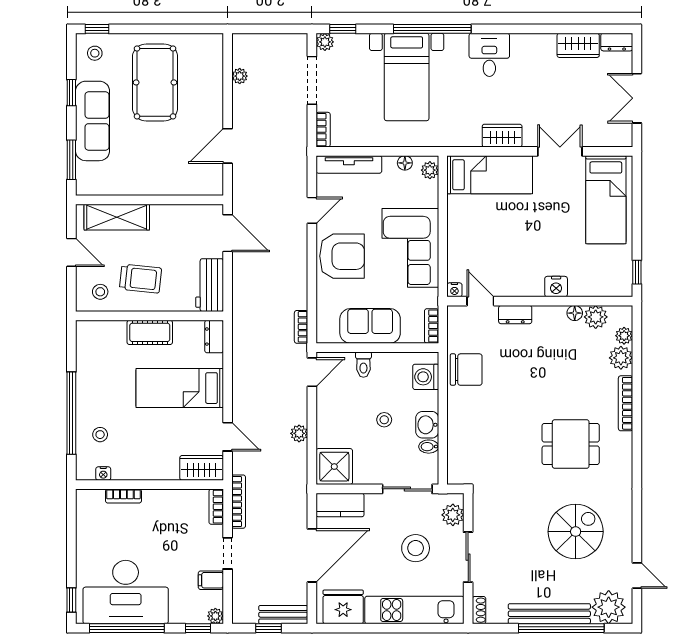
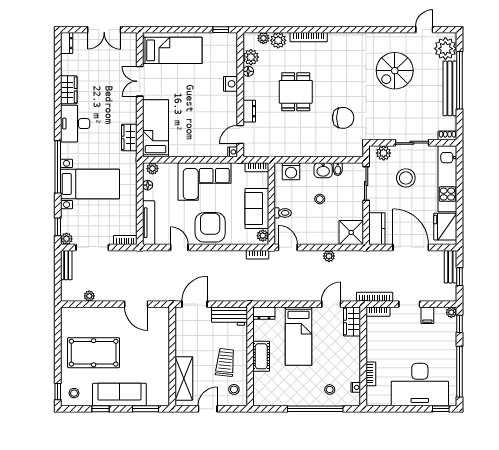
bench: (286, 42) -> (66, 265), added
wardrobe: (578, 45) -> (69, 90), moved
desk: (489, 55) -> (75, 124), width x1.37
wardrobe: (502, 136) -> (129, 137), moved
plant: (330, 335) -> (263, 236), added
chair: (466, 370) -> (343, 118), moved, turned 90
dining table: (571, 444) -> (296, 92), moved
spiral stairs: (576, 532) -> (395, 71), turned -90
desk: (126, 592) -> (420, 385), moved, turned 90

